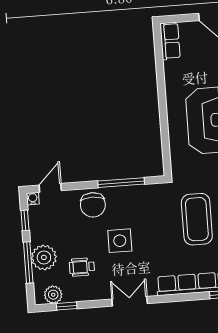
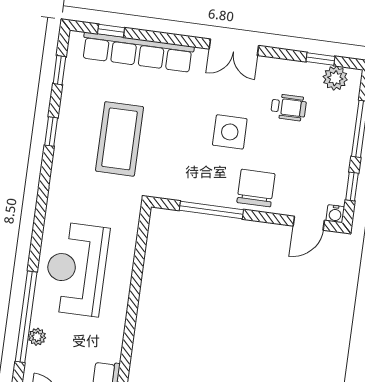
plant: (44, 257) -> (337, 131), removed

